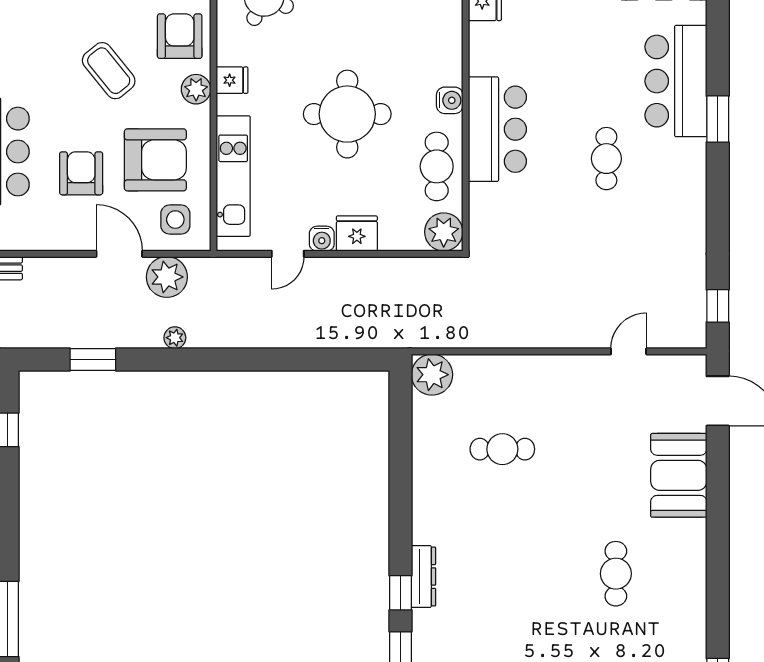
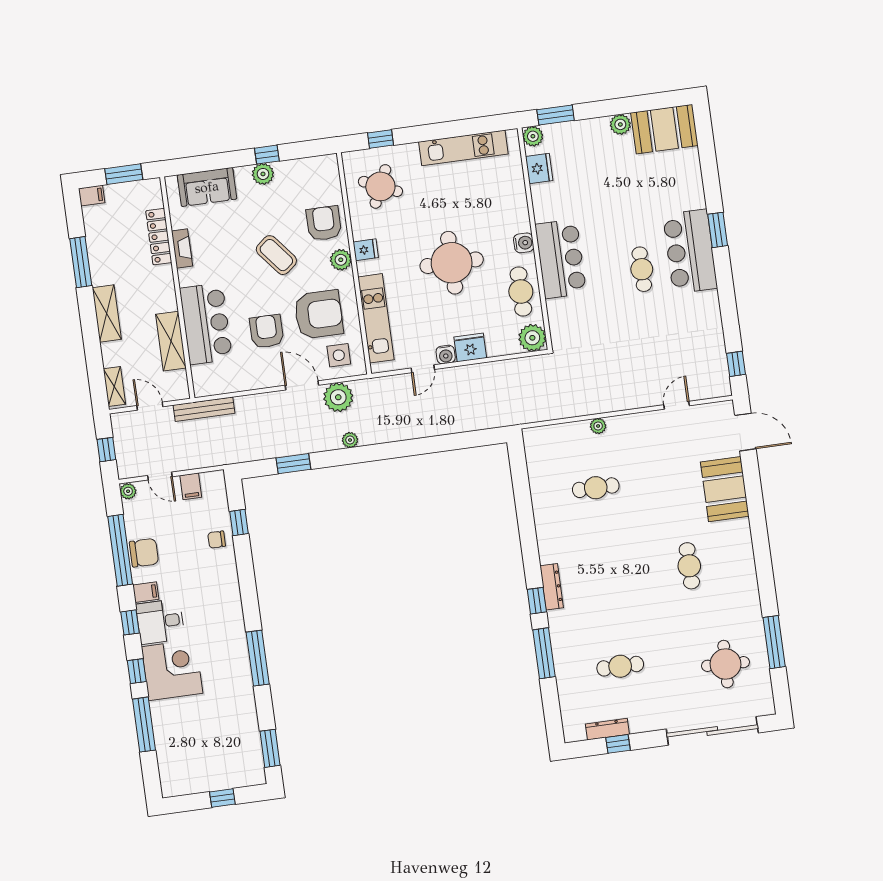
bar counter: (676, 81) -> (690, 251), moved
plant: (432, 375) -> (598, 426), moved, width x0.53, depth x0.53

